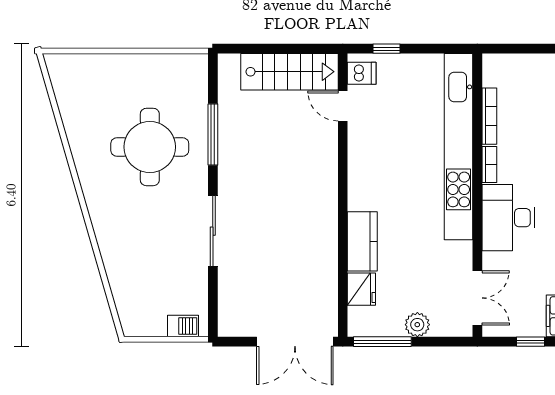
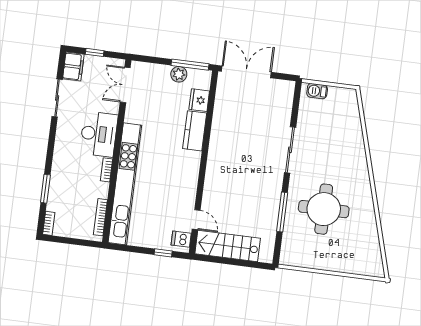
bookcase: (489, 116) -> (100, 217), moved
plant: (417, 325) -> (179, 74), moved

